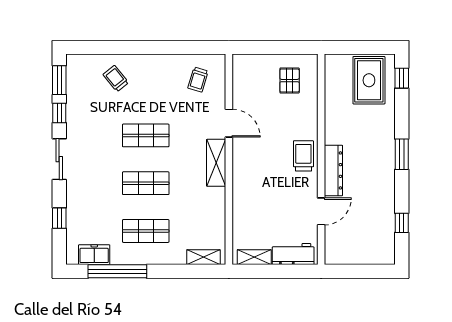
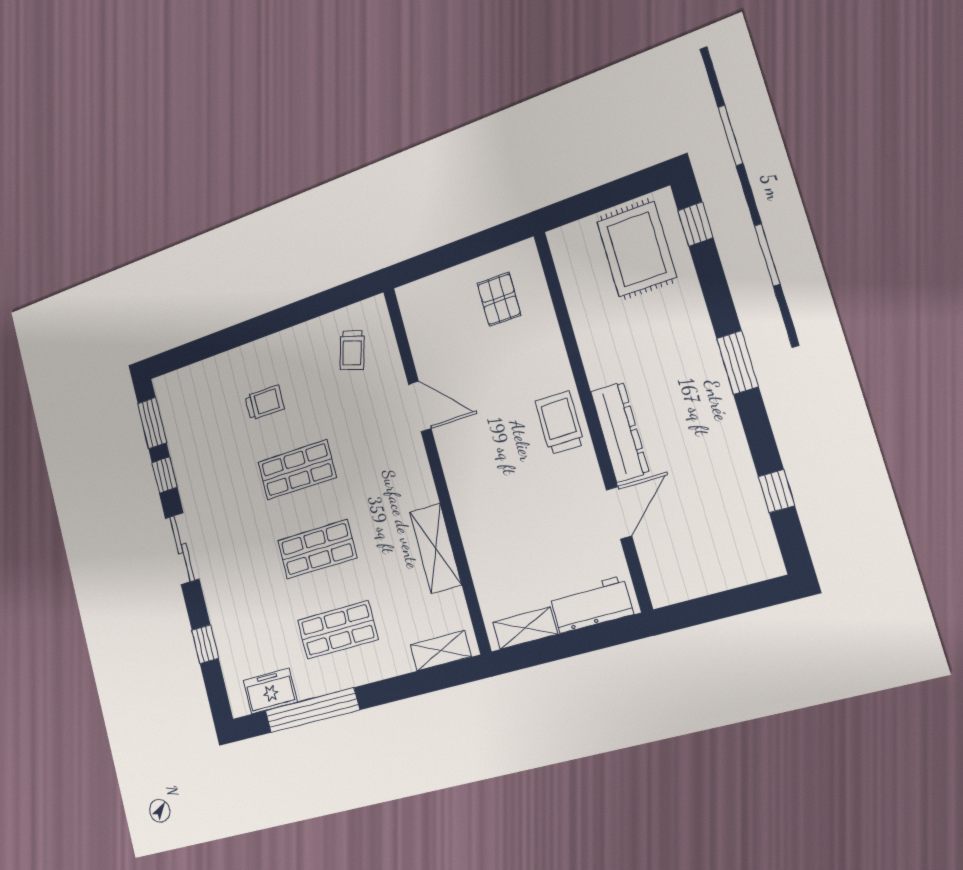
trolley: (116, 79) -> (264, 402), moved, turned 129
shelving: (216, 163) -> (436, 548), moved

